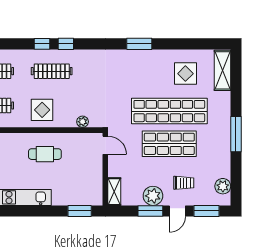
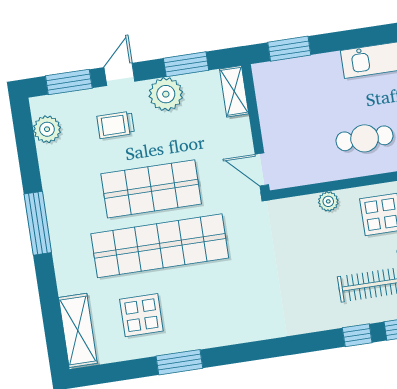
window: (139, 44) -> (179, 362), moved
plant: (83, 122) -> (328, 201), moved
window: (150, 211) -> (186, 64), moved

